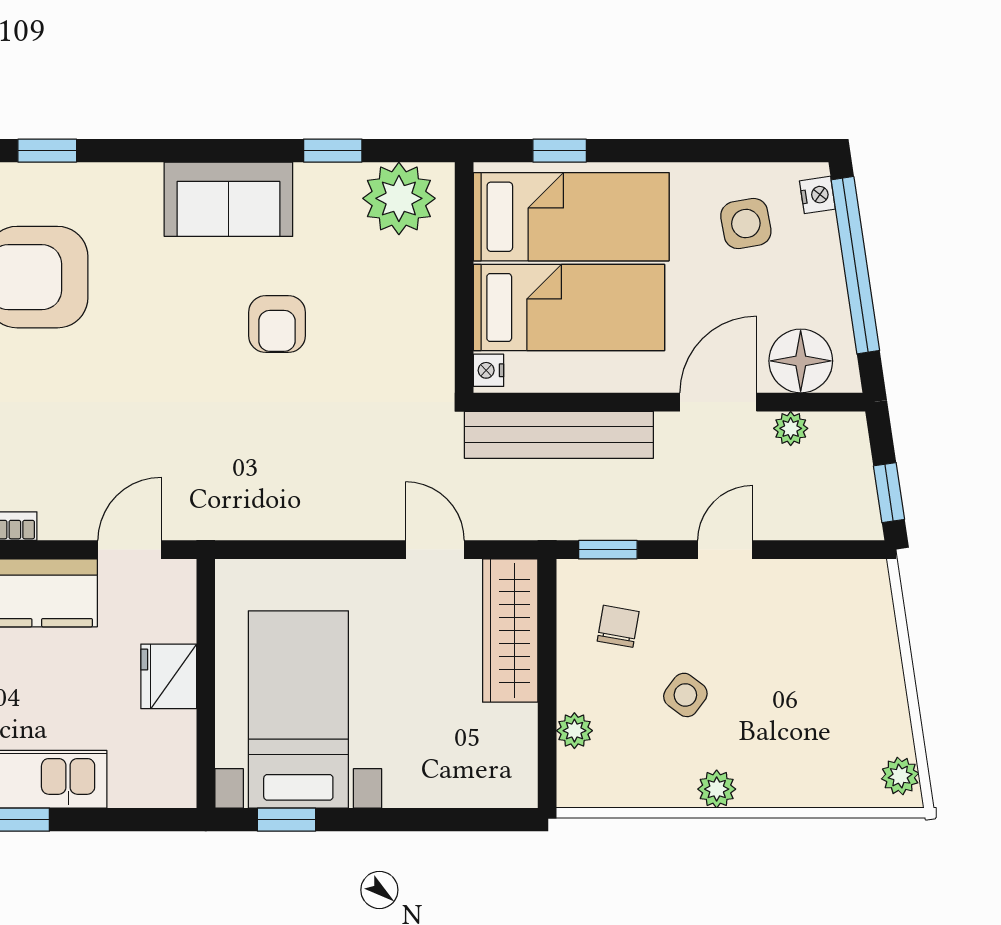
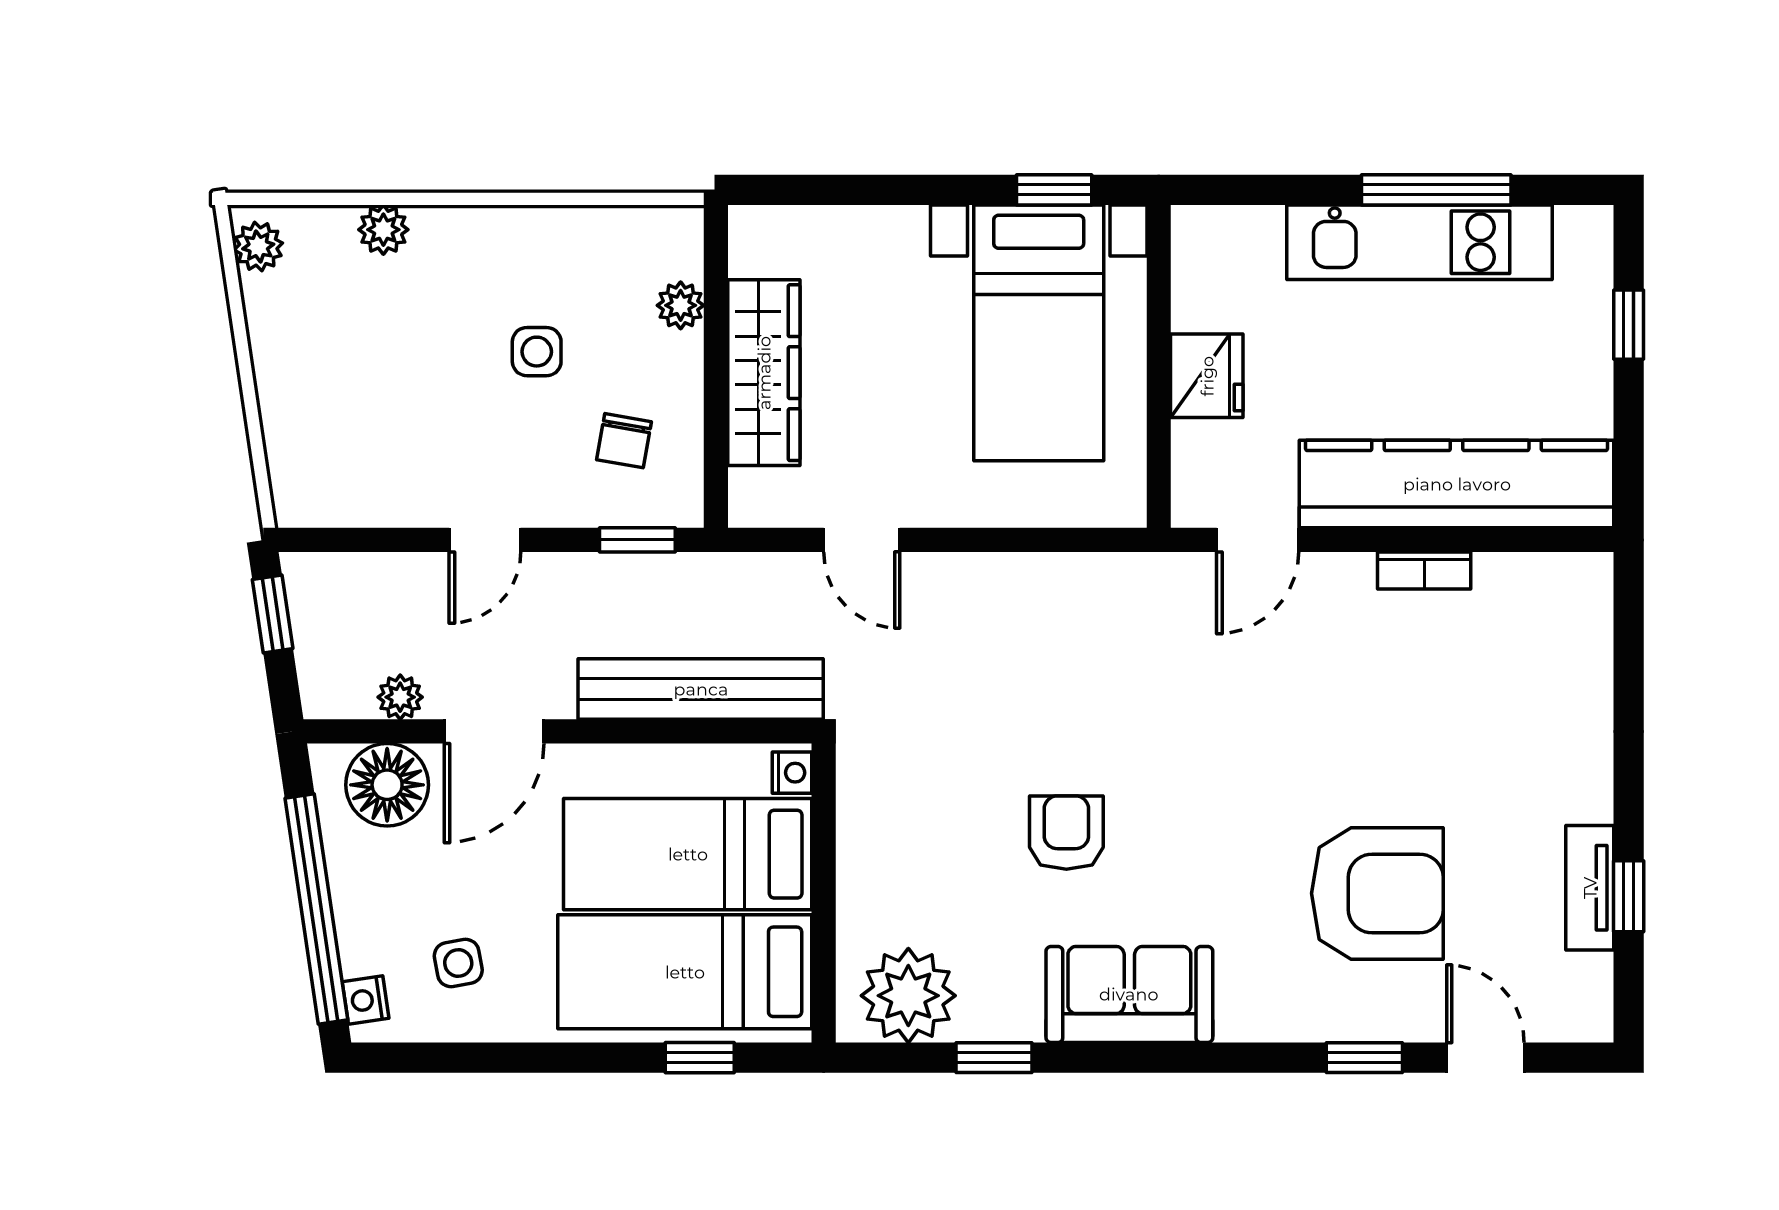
side table: (746, 224) -> (458, 963), width x0.73, depth x0.73
wardrobe: (510, 631) -> (764, 373), moved
side table: (685, 695) -> (537, 352), turned -37
plant: (717, 789) -> (383, 230), moved

